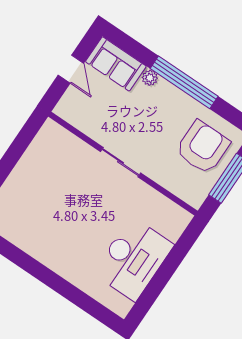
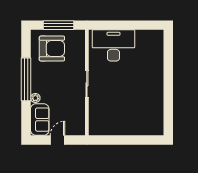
armchair: (203, 147) -> (52, 49), turned 180
desk: (133, 259) -> (113, 45), moved

